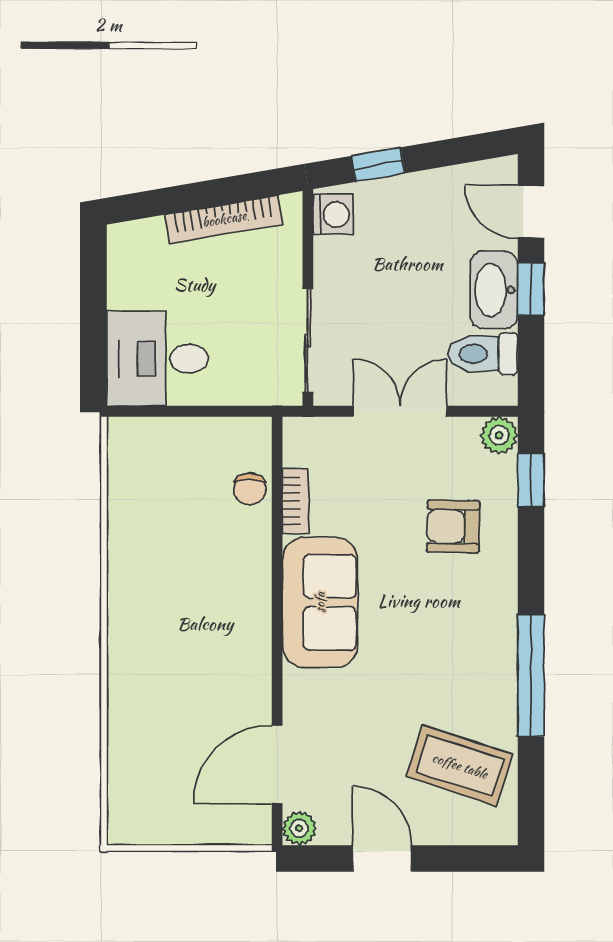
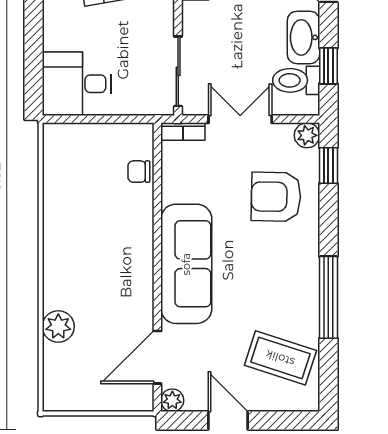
window: (531, 289) -> (328, 66), moved
chair: (250, 489) -> (139, 172), turned 90
bookcase: (295, 501) -> (183, 132), moved, turned 90
armchair: (453, 526) -> (276, 197), width x1.38, depth x1.38
sofa: (320, 602) -> (186, 264), width x1.36
plant: (130, 719) -> (58, 326), added

